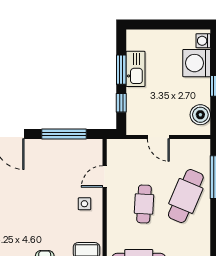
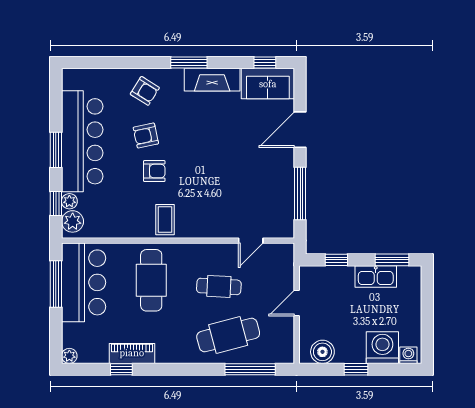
window: (121, 70) -> (392, 260), moved
door: (105, 177) -> (251, 241), swing flipped
cafe table: (186, 196) -> (228, 335), turned -38
side table: (84, 204) -> (219, 217), removed

